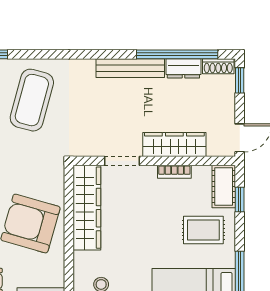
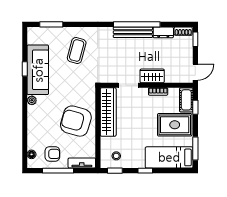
window: (177, 54) -> (137, 24), moved
coffee table: (32, 100) -> (77, 50), width x0.73, depth x0.76
wardrobe: (174, 144) -> (152, 76), width x0.67
rug: (203, 230) -> (175, 125), width x1.36, depth x1.43

